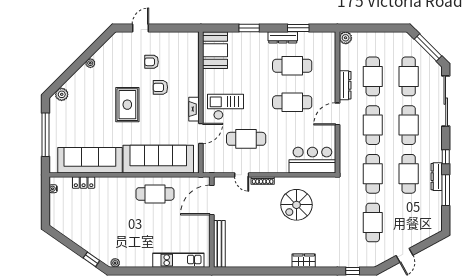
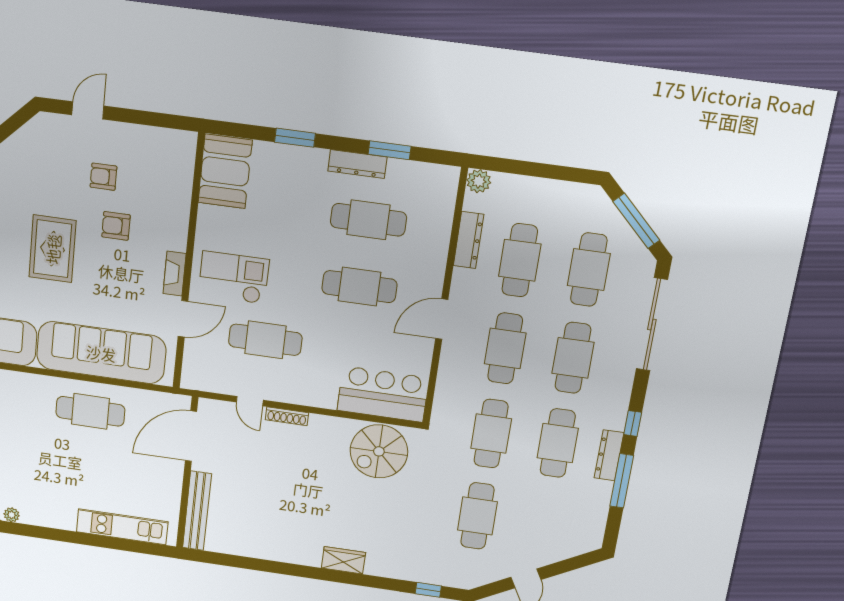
dresser: (345, 85) -> (469, 240), moved
spiral stairs: (296, 205) -> (379, 451), moved

